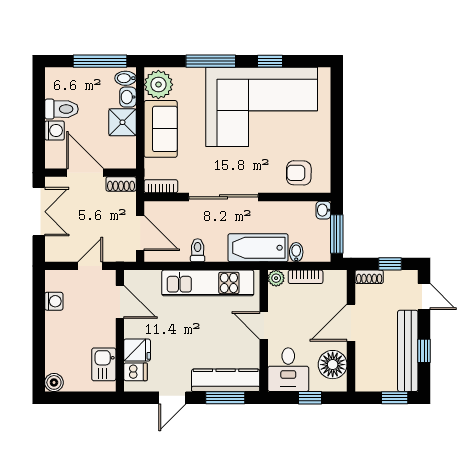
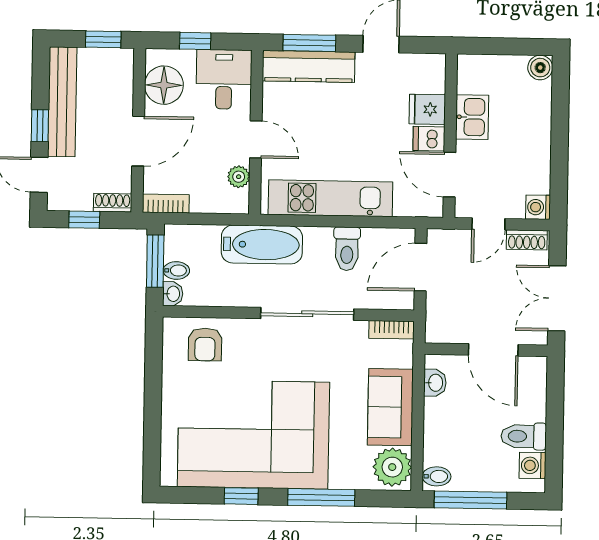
washbasin: (128, 97) -> (435, 383), moved
shower: (122, 122) -> (442, 417), removed
washing machine: (55, 130) -> (533, 465), moved
armchair: (299, 173) -> (205, 344), turned 89
shoe rack: (121, 184) -> (527, 240), moved, turned 180
door: (140, 233) -> (421, 267), hinge flipped
toilet: (198, 250) -> (347, 249), width x1.37, depth x1.39
bidet: (296, 252) -> (176, 270), moved, turned -90
bookcase: (306, 277) -> (166, 204), moved
plant: (276, 278) -> (239, 177), moved
washing machine: (54, 301) -> (538, 207), moved
window: (424, 351) -> (40, 126), moved
kitchen sink: (104, 364) -> (472, 117), moved
dishwasher: (136, 372) -> (429, 139), moved
window: (395, 398) -> (103, 39), moved

